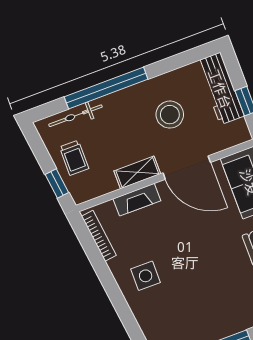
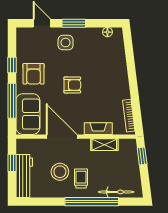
trolley: (74, 158) -> (81, 178), moved
shelving: (137, 172) -> (104, 145), moved
armchair: (200, 250) -> (72, 85), added
side table: (146, 276) -> (66, 43), moved

